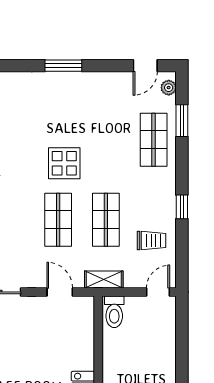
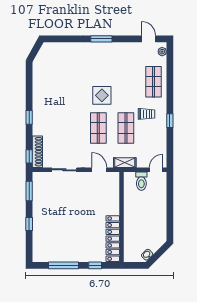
door: (145, 66) -> (149, 39), swing flipped
window: (182, 121) -> (170, 71), removed
trolley: (152, 241) -> (146, 114), moved
toilet: (114, 312) -> (141, 181), moved

